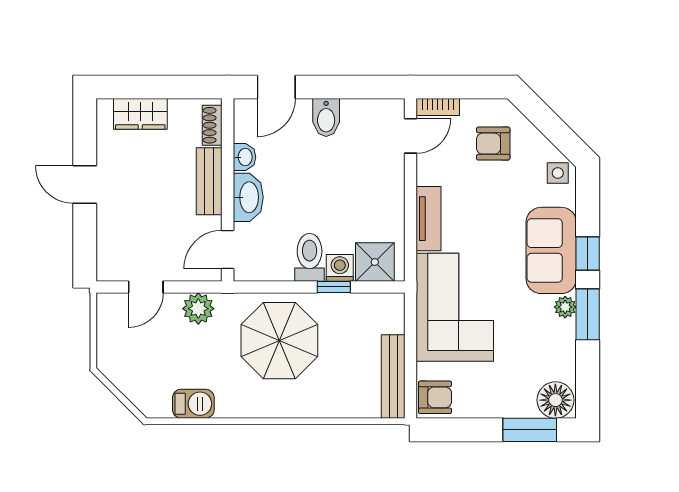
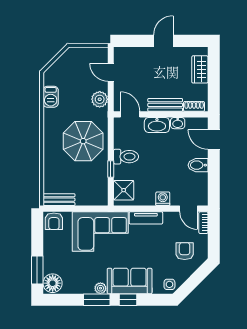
washing machine: (340, 268) -> (163, 199), moved, turned -90
bench: (393, 376) -> (59, 200), width x0.73

